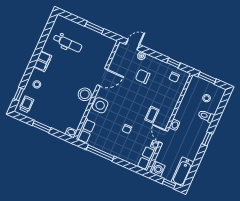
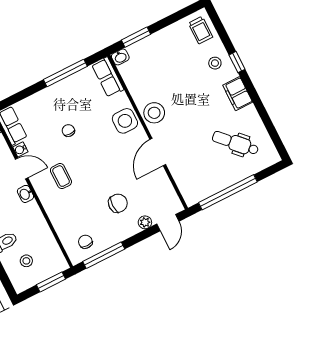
window: (94, 27) -> (228, 192), width x2.11
dental chair: (68, 43) -> (235, 143), turned 46
window: (173, 63) -> (104, 255), width x2.17
window: (19, 94) -> (237, 62), moved
window: (42, 127) -> (136, 37), moved

